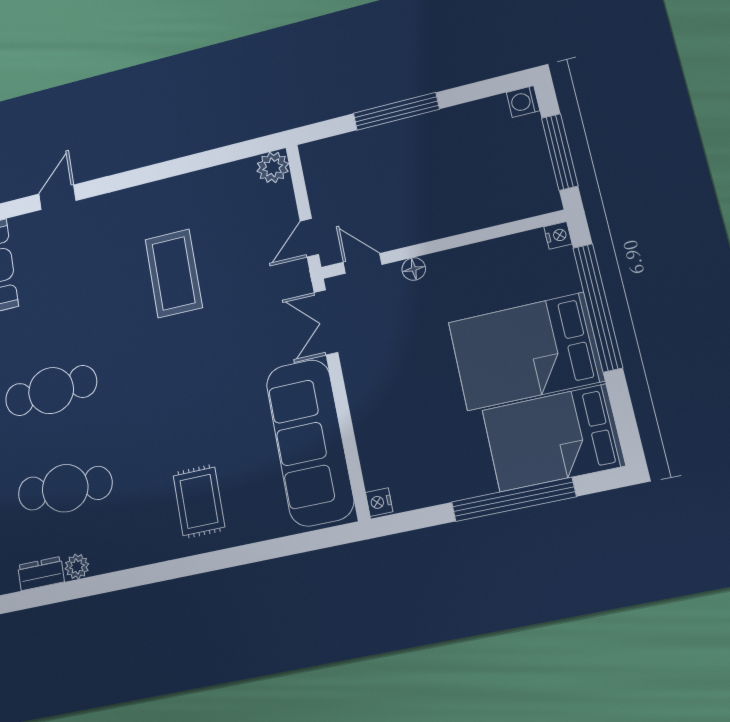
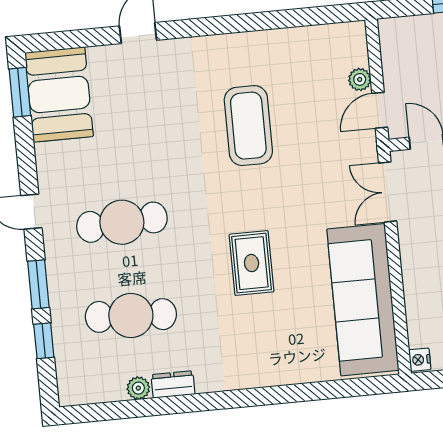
plant: (273, 167) -> (360, 79), moved, width x0.73, depth x0.73
rug: (199, 501) -> (252, 263), moved
dresser: (41, 574) -> (173, 384), moved

